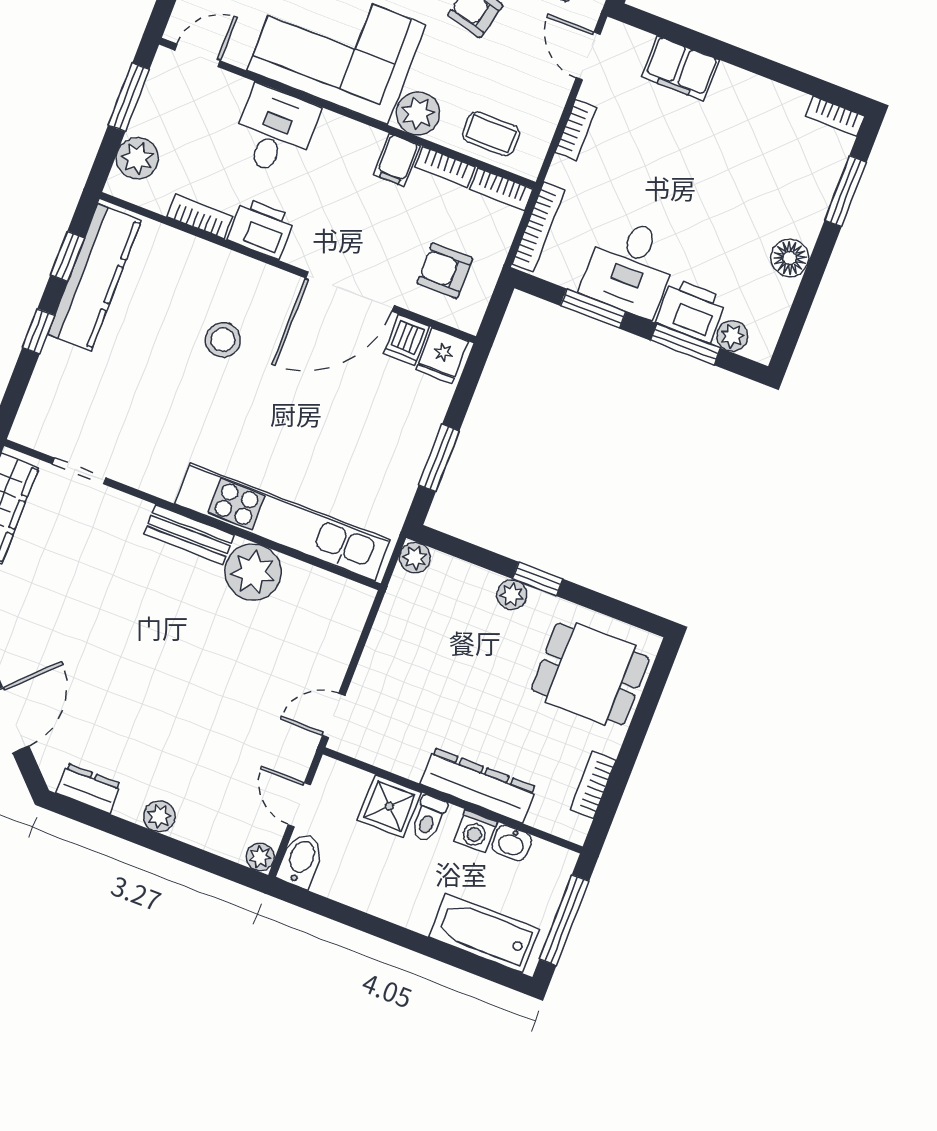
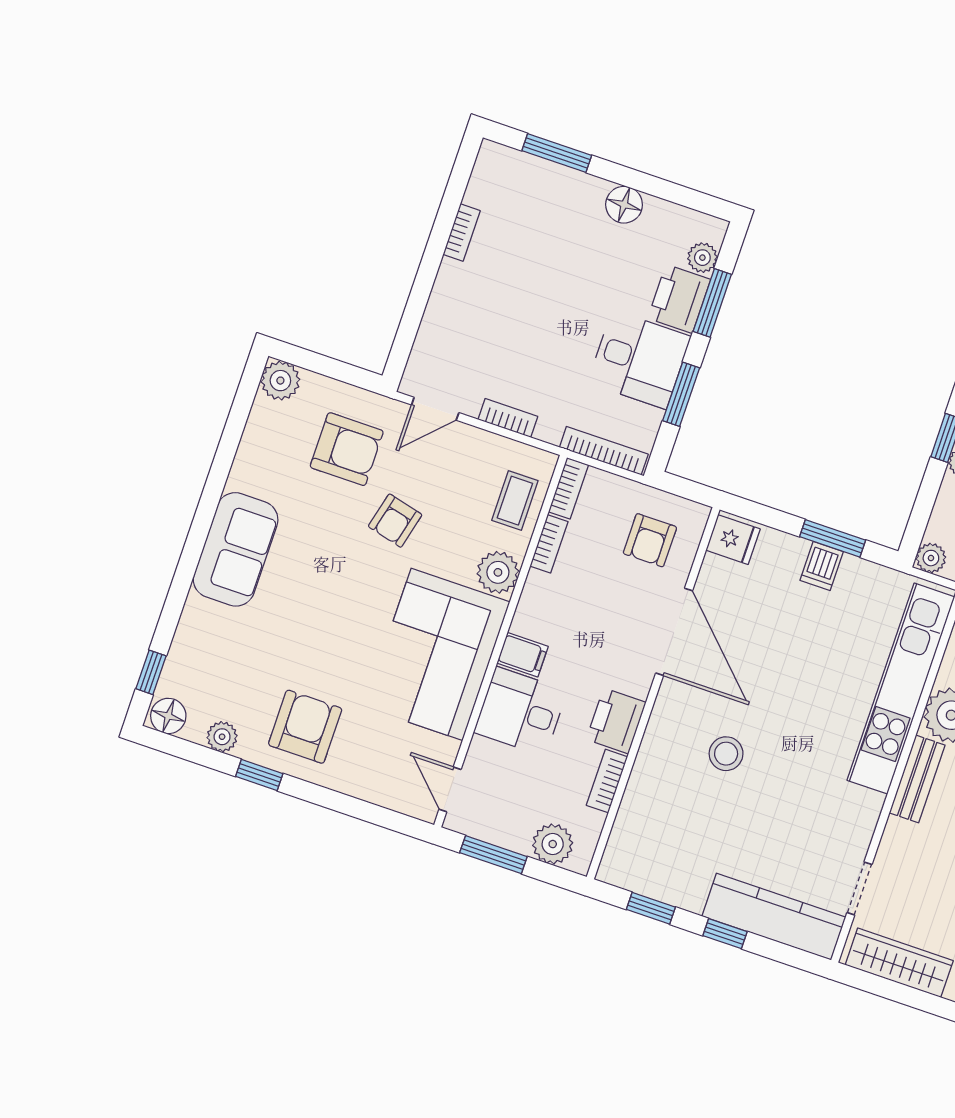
filing cabinet: (681, 68) -> (444, 318), removed
bookcase: (835, 116) -> (462, 233), moved
filing cabinet: (397, 160) -> (523, 655), moved
kitchen counter: (94, 277) -> (774, 917), moved
dishwasher: (407, 340) -> (822, 566), moved, turned 90

